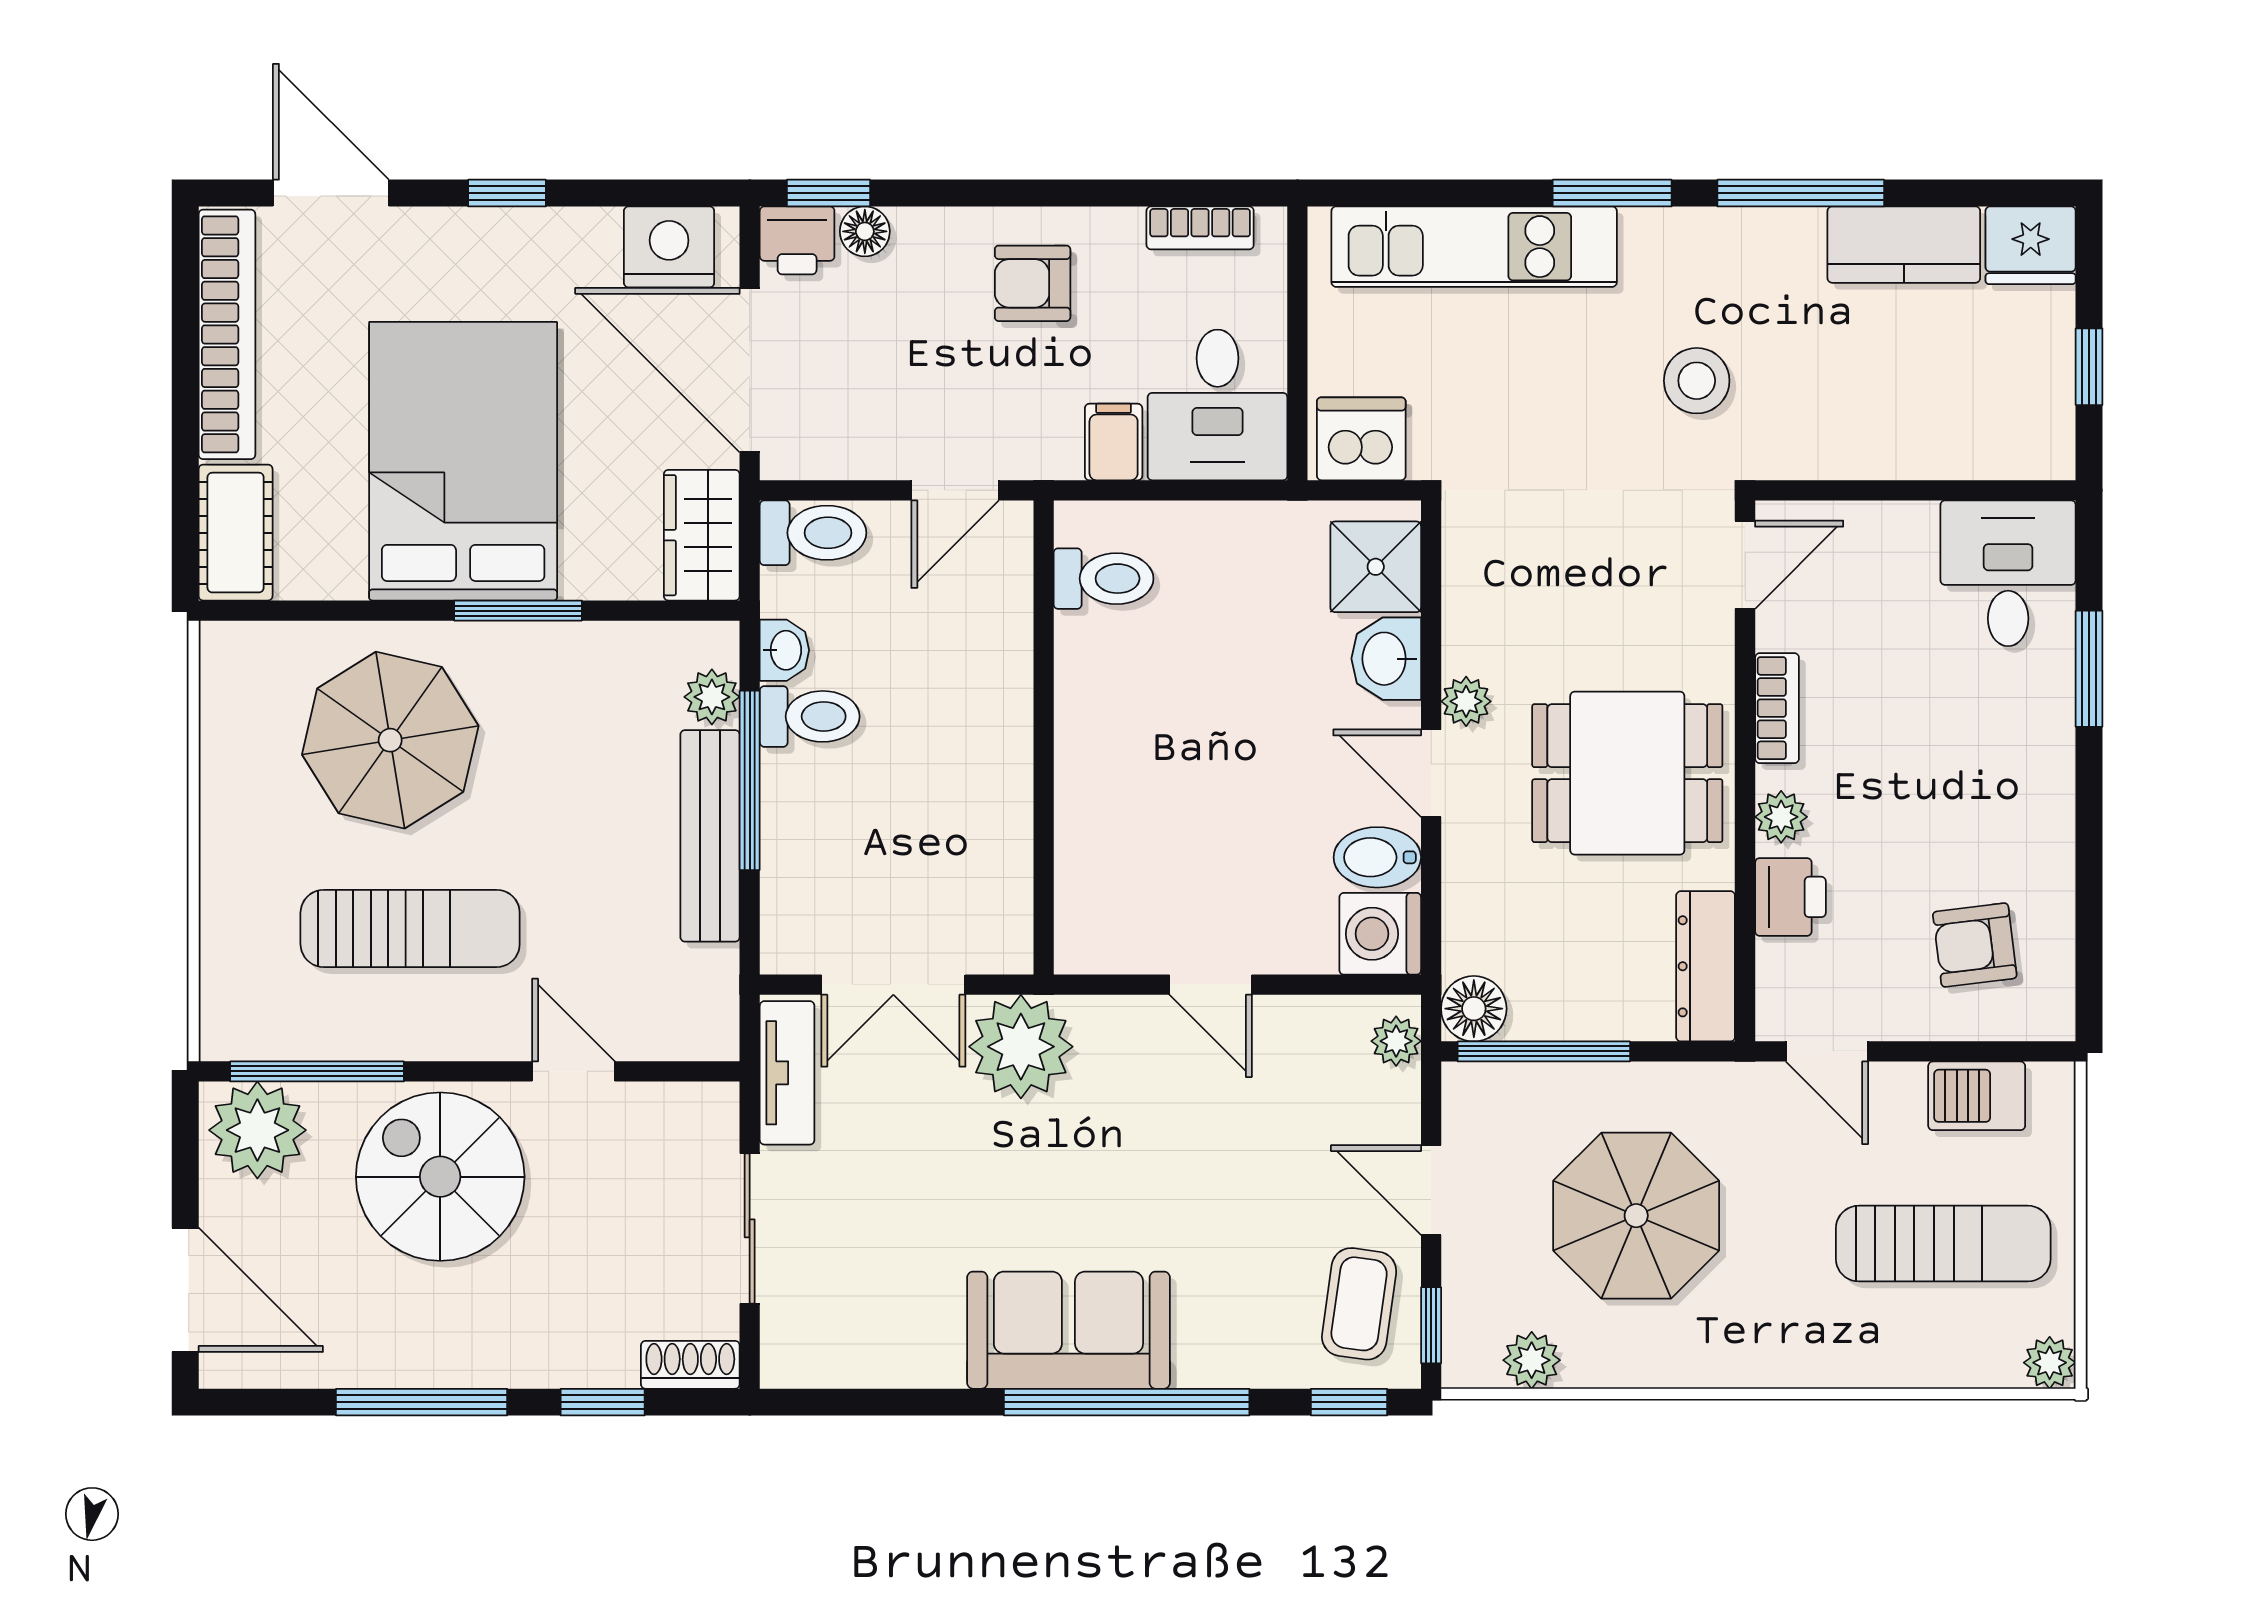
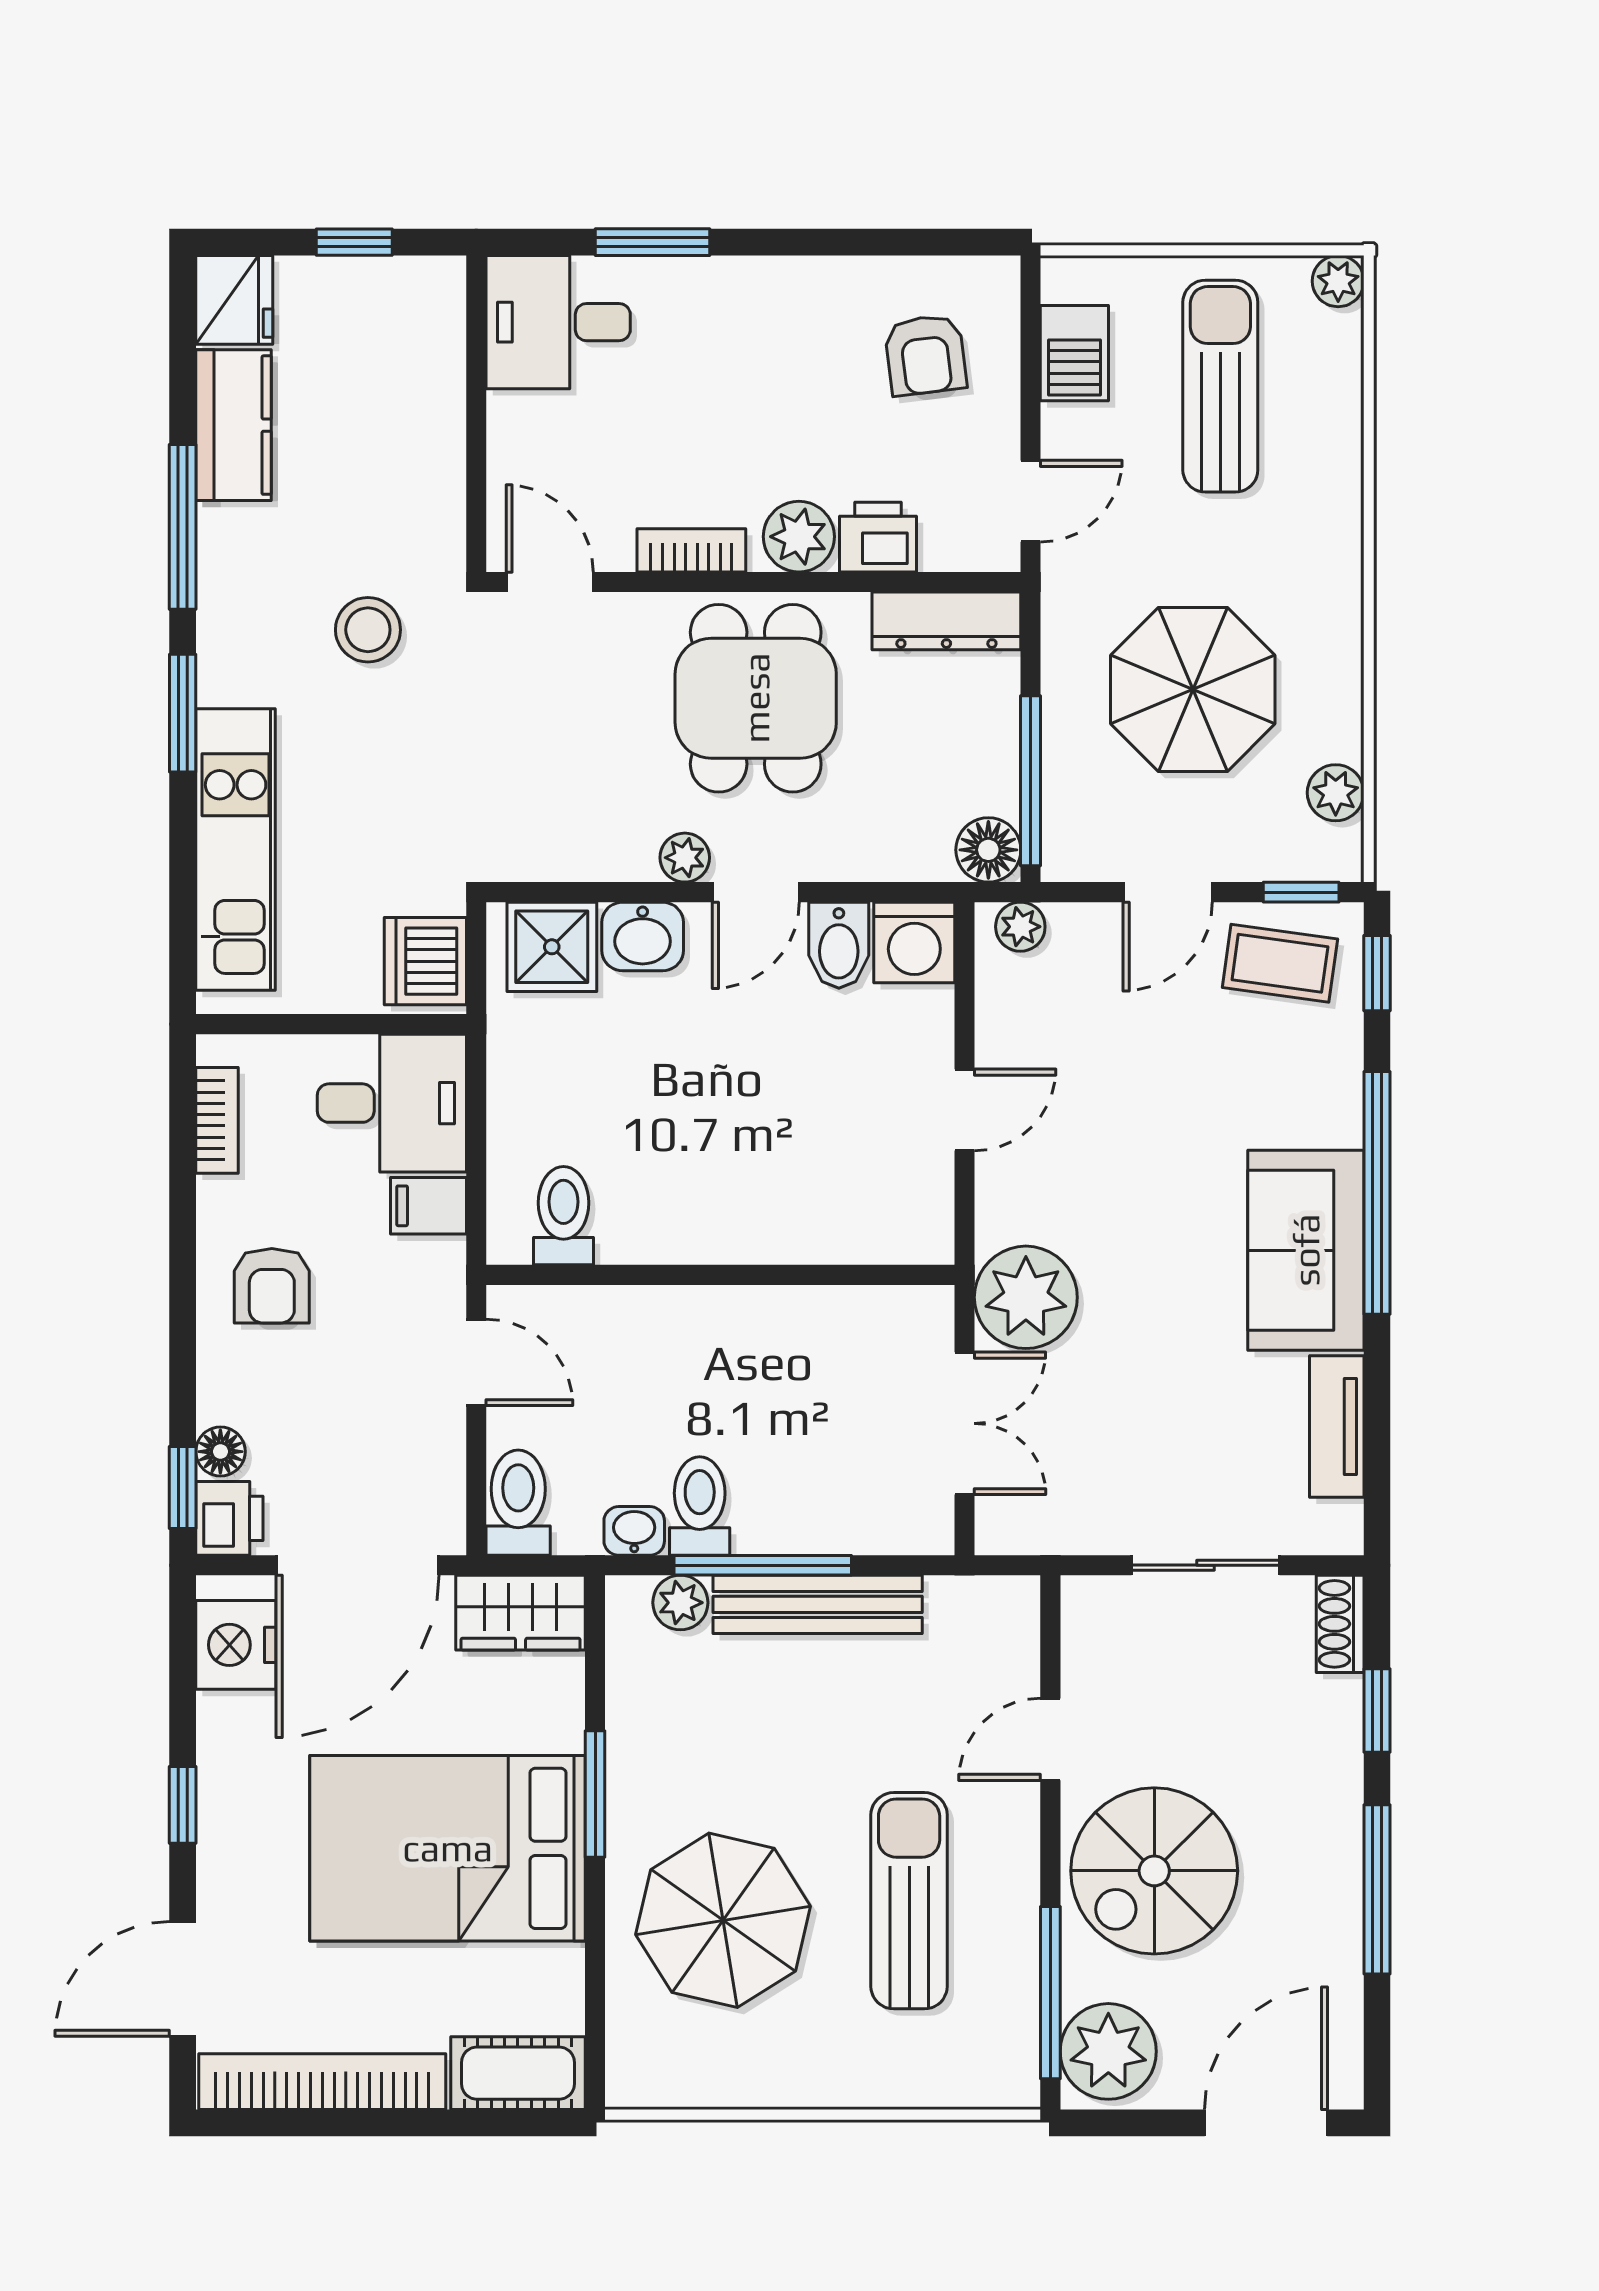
plant: (1781, 817) -> (799, 537), width x1.38, depth x1.38
tv unit: (787, 1073) -> (1337, 1427), moved, turned -90

